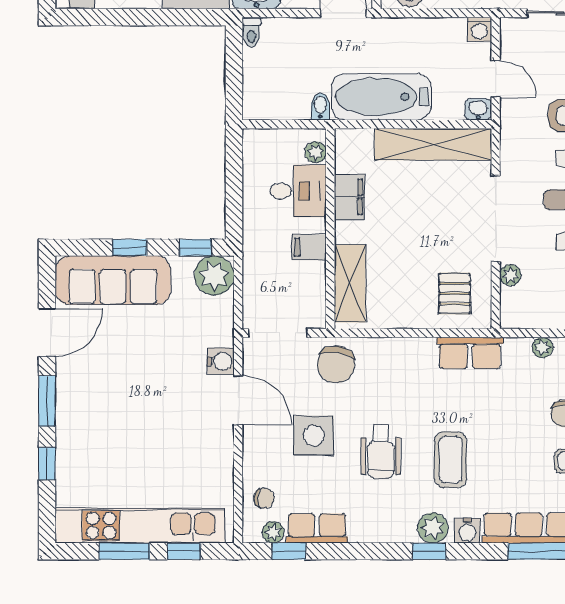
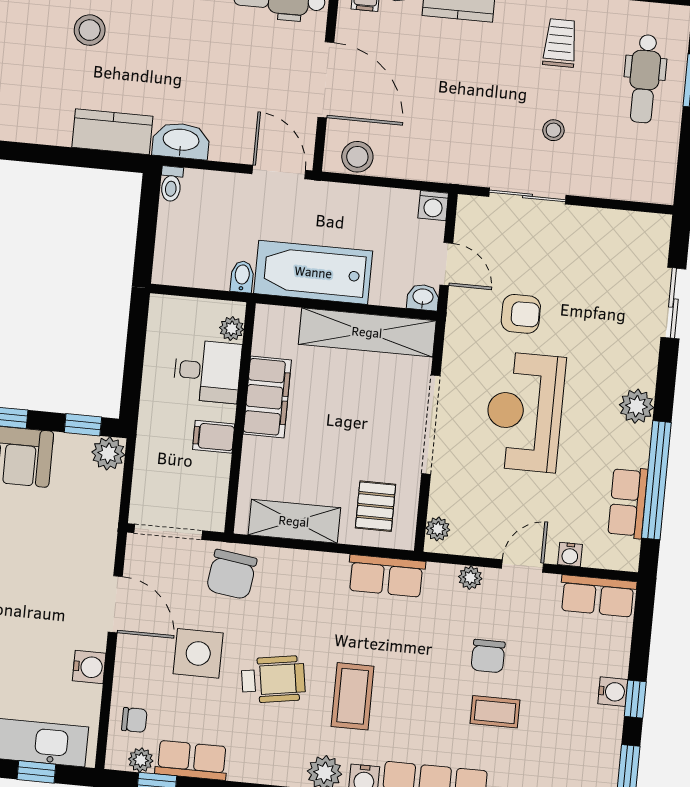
filing cabinet: (350, 197) -> (267, 397), width x1.50, depth x1.17
plant: (510, 275) -> (438, 529), moved
plant: (214, 276) -> (108, 453), width x0.73, depth x0.73
shelving: (350, 283) -> (294, 521), moved, turned 90
water cooler: (221, 361) -> (89, 667), moved
wheelchair: (381, 452) -> (273, 679), turned -99

